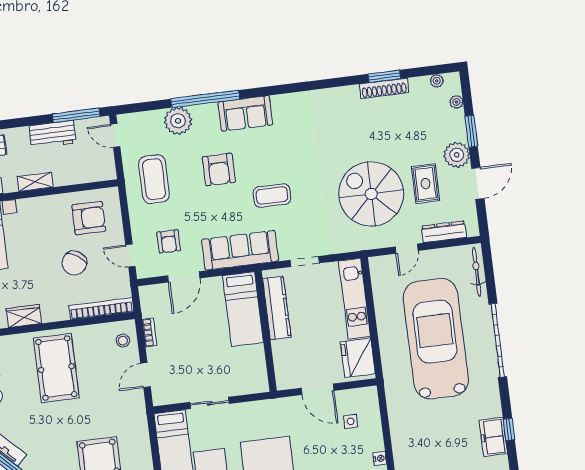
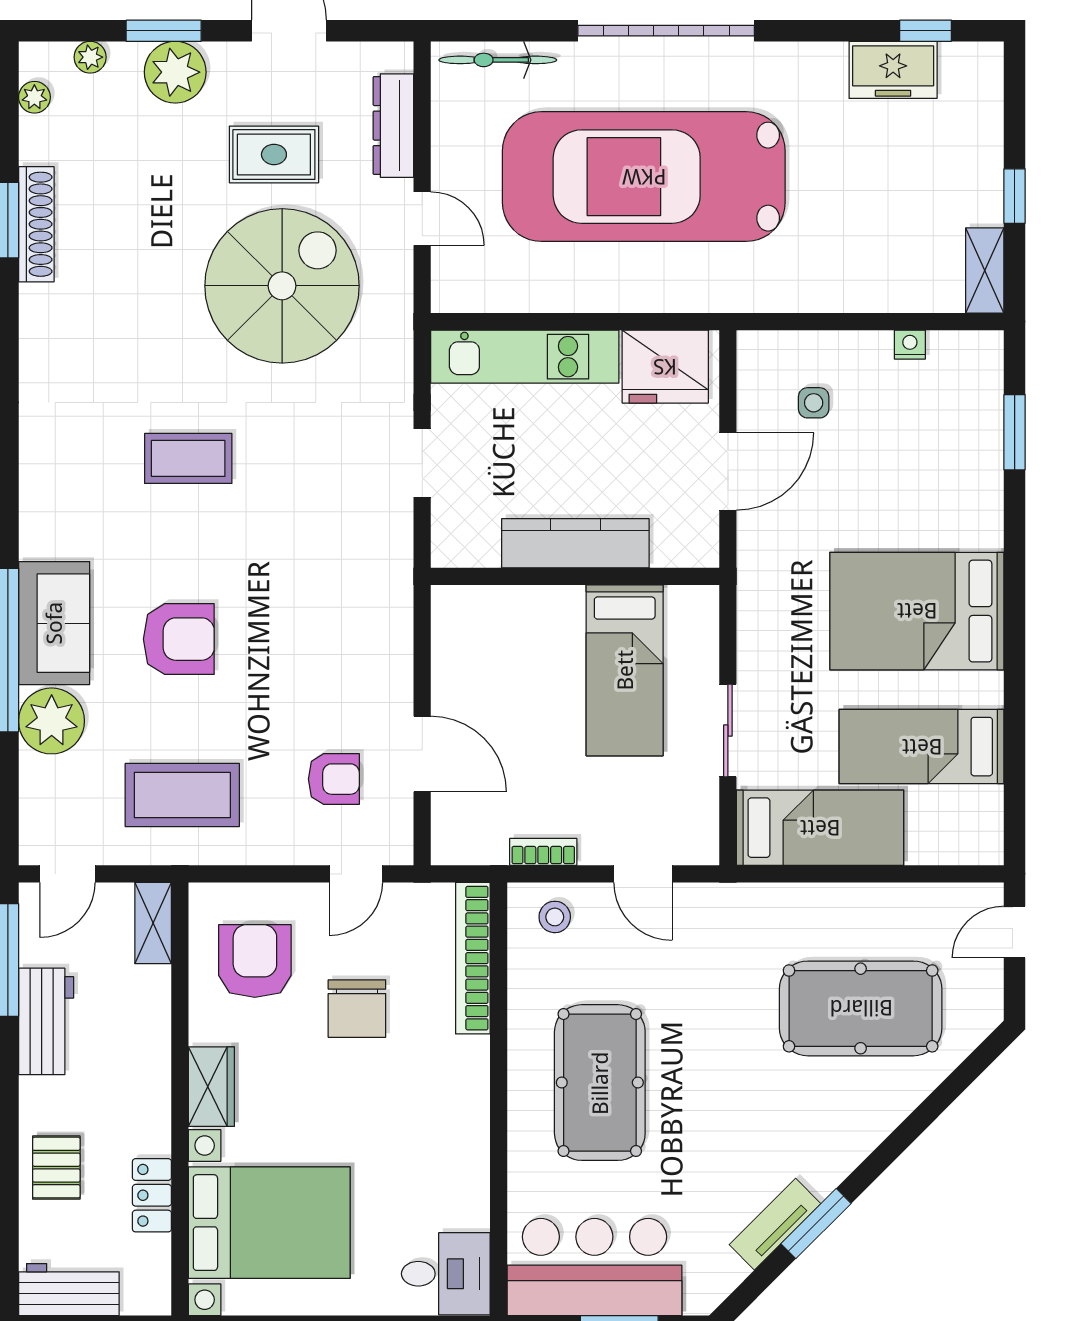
sofa: (245, 113) -> (54, 623), moved
plant: (457, 155) -> (175, 72), moved
shelving: (35, 182) -> (153, 923), moved
spiral stairs: (371, 194) -> (282, 286), turned 180
coffee table: (272, 196) -> (188, 458), moved, turned 90
sofa: (240, 250) -> (376, 613), removed
chair: (74, 263) -> (357, 1009), turned 56
kitchen counter: (277, 308) -> (575, 543), moved
bed: (243, 309) -> (625, 670), moved, turned 90
wardrobe: (24, 316) -> (211, 1087), moved, turned 180
pool table: (56, 368) -> (600, 1083), turned 90
window: (509, 429) -> (926, 31), moved

